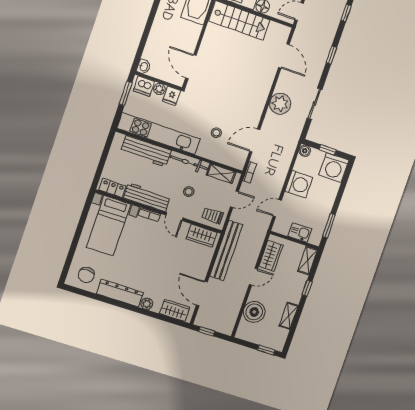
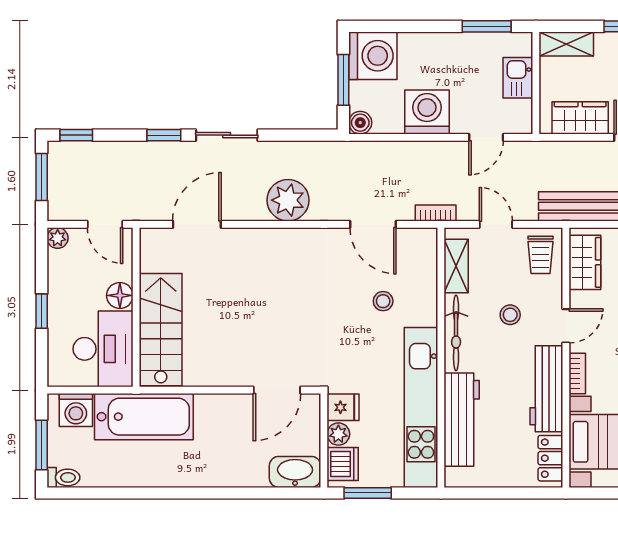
washbasin: (144, 67) -> (295, 472), width x1.91, depth x1.45
sliding door: (315, 104) -> (227, 135), moved
window: (328, 150) -> (343, 80), width x1.50
door: (277, 208) -> (486, 137), hinge flipped

